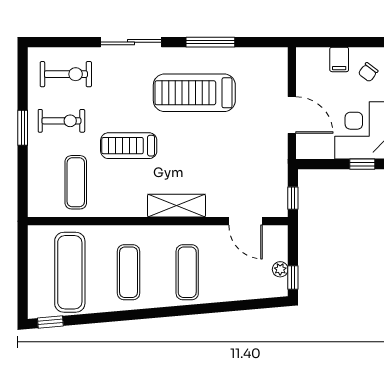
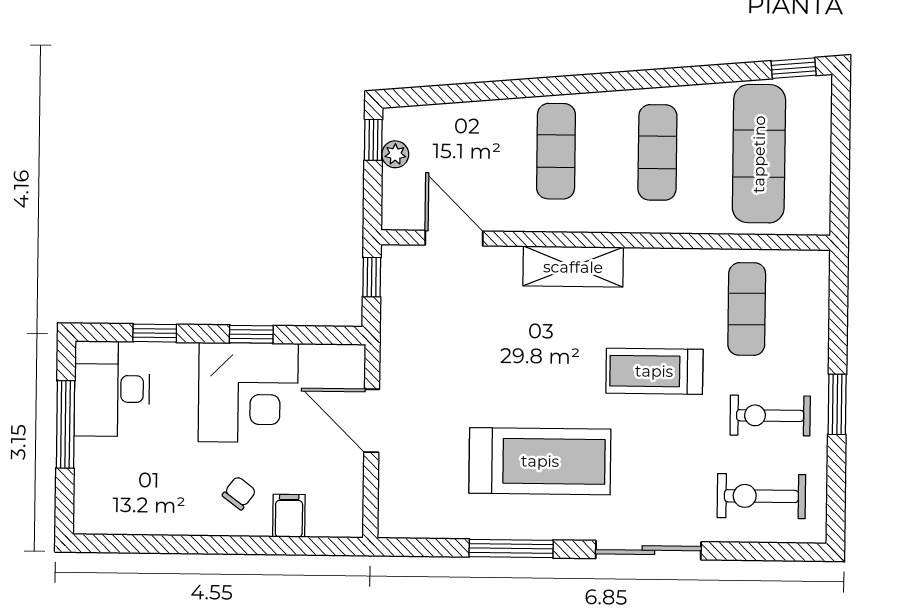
treadmill: (129, 146) -> (654, 371), turned 180

